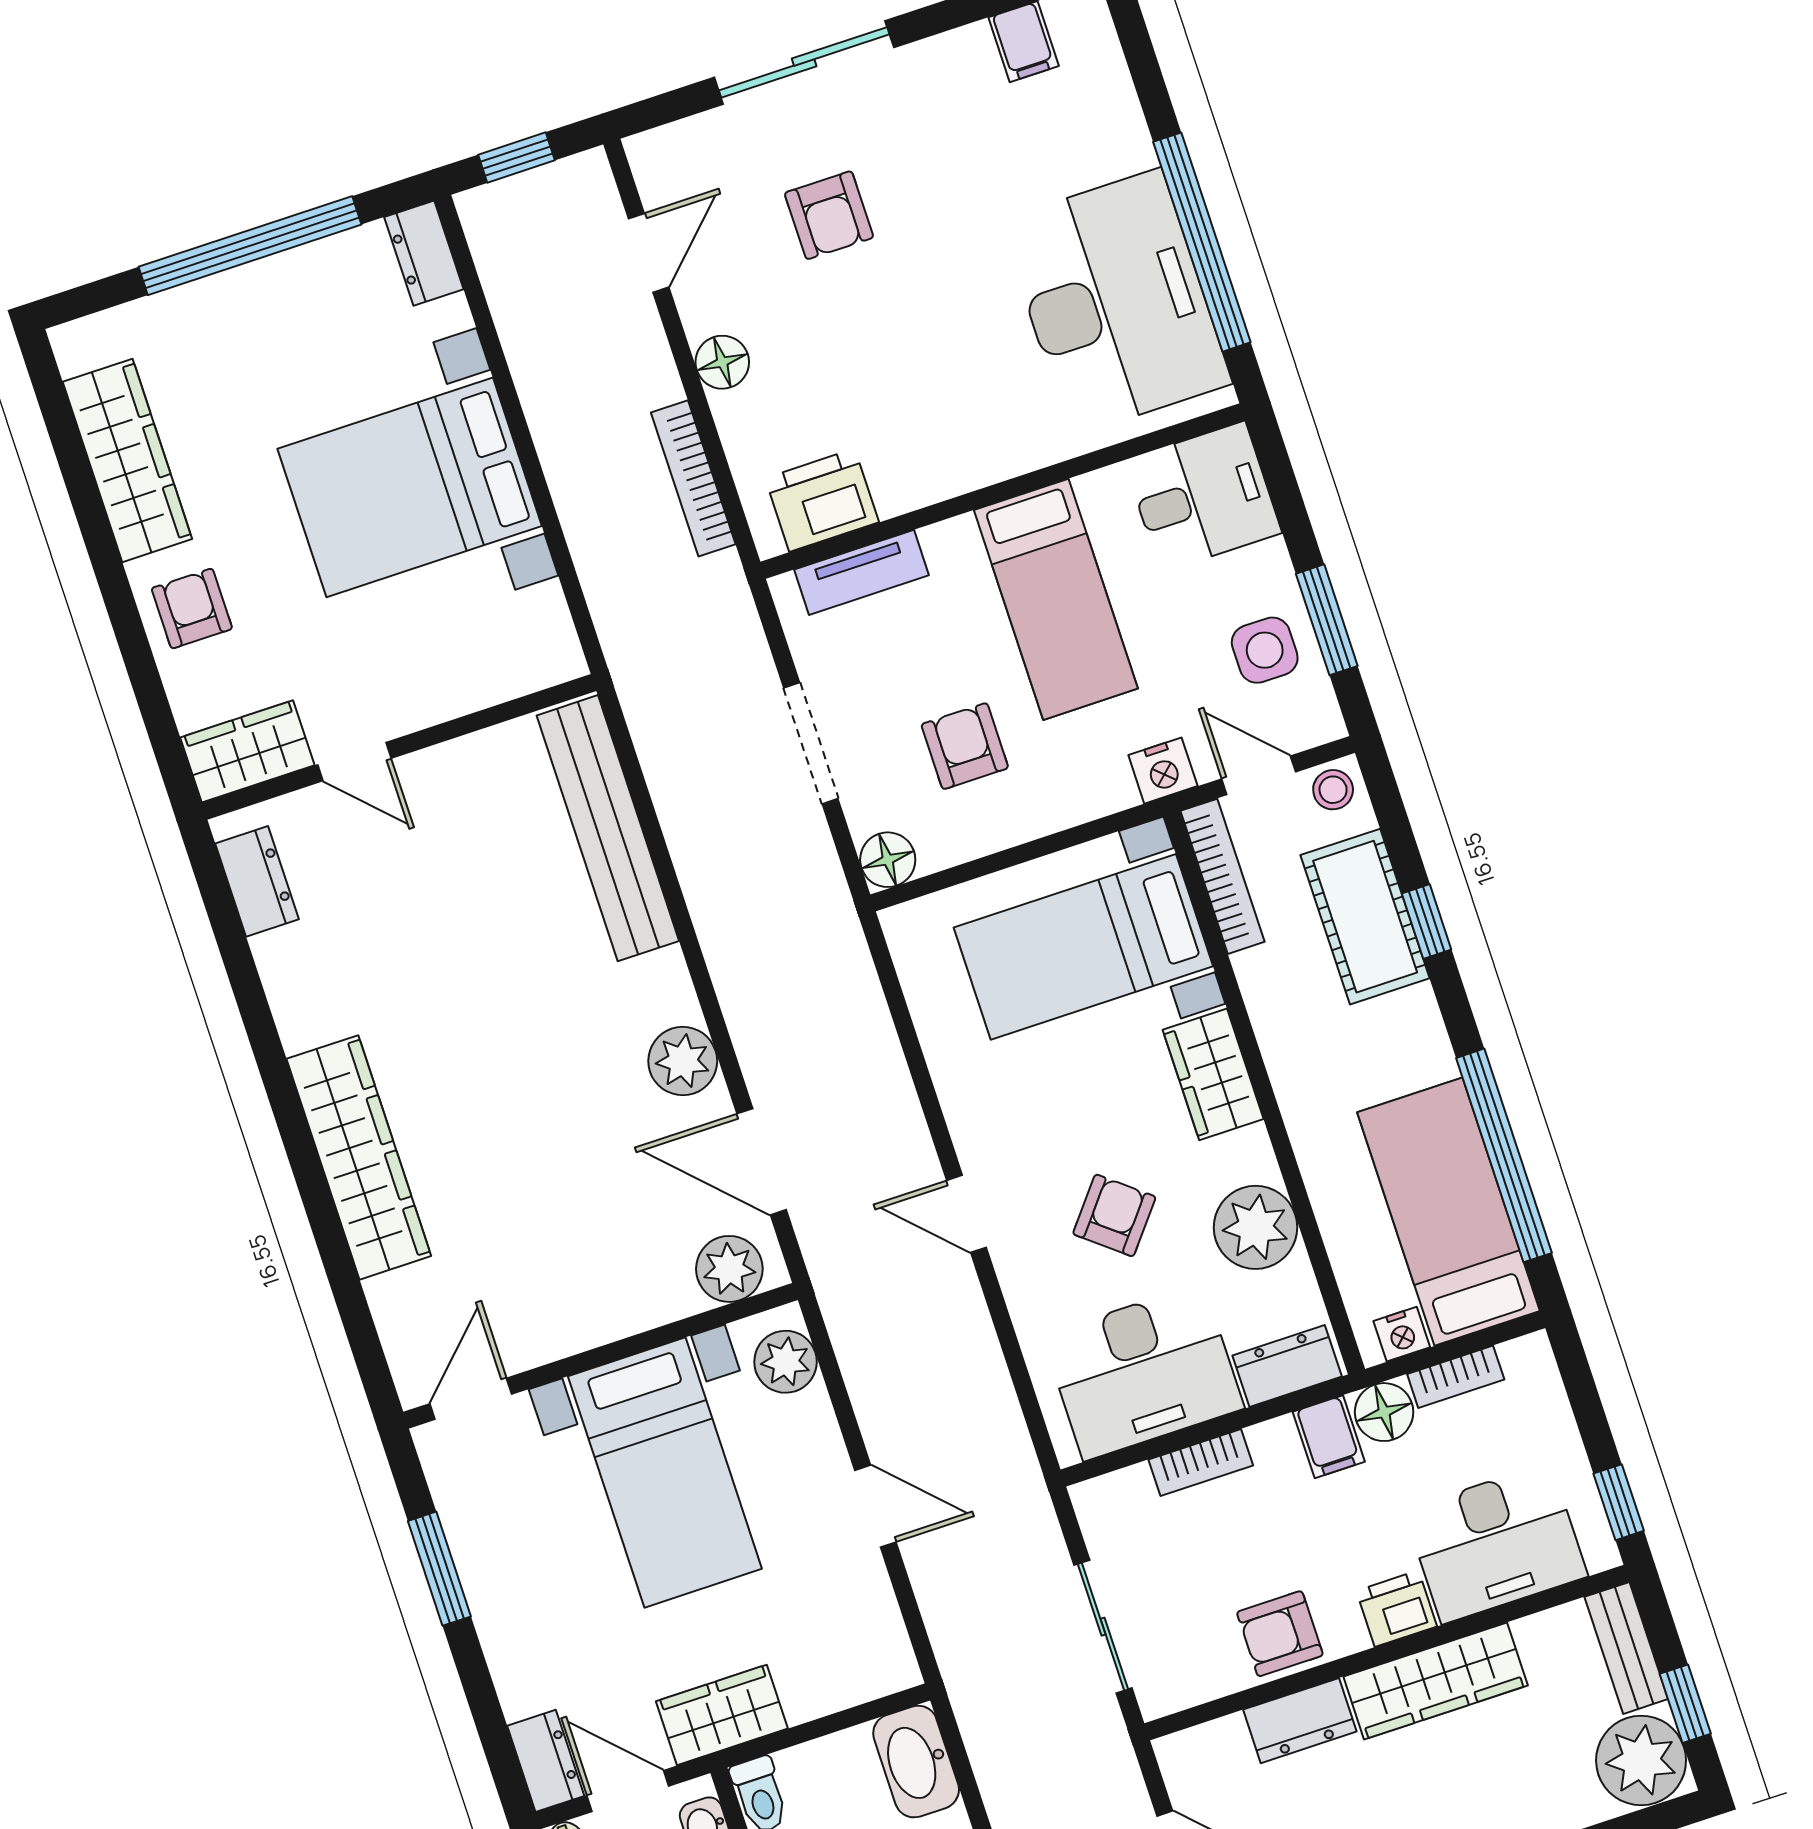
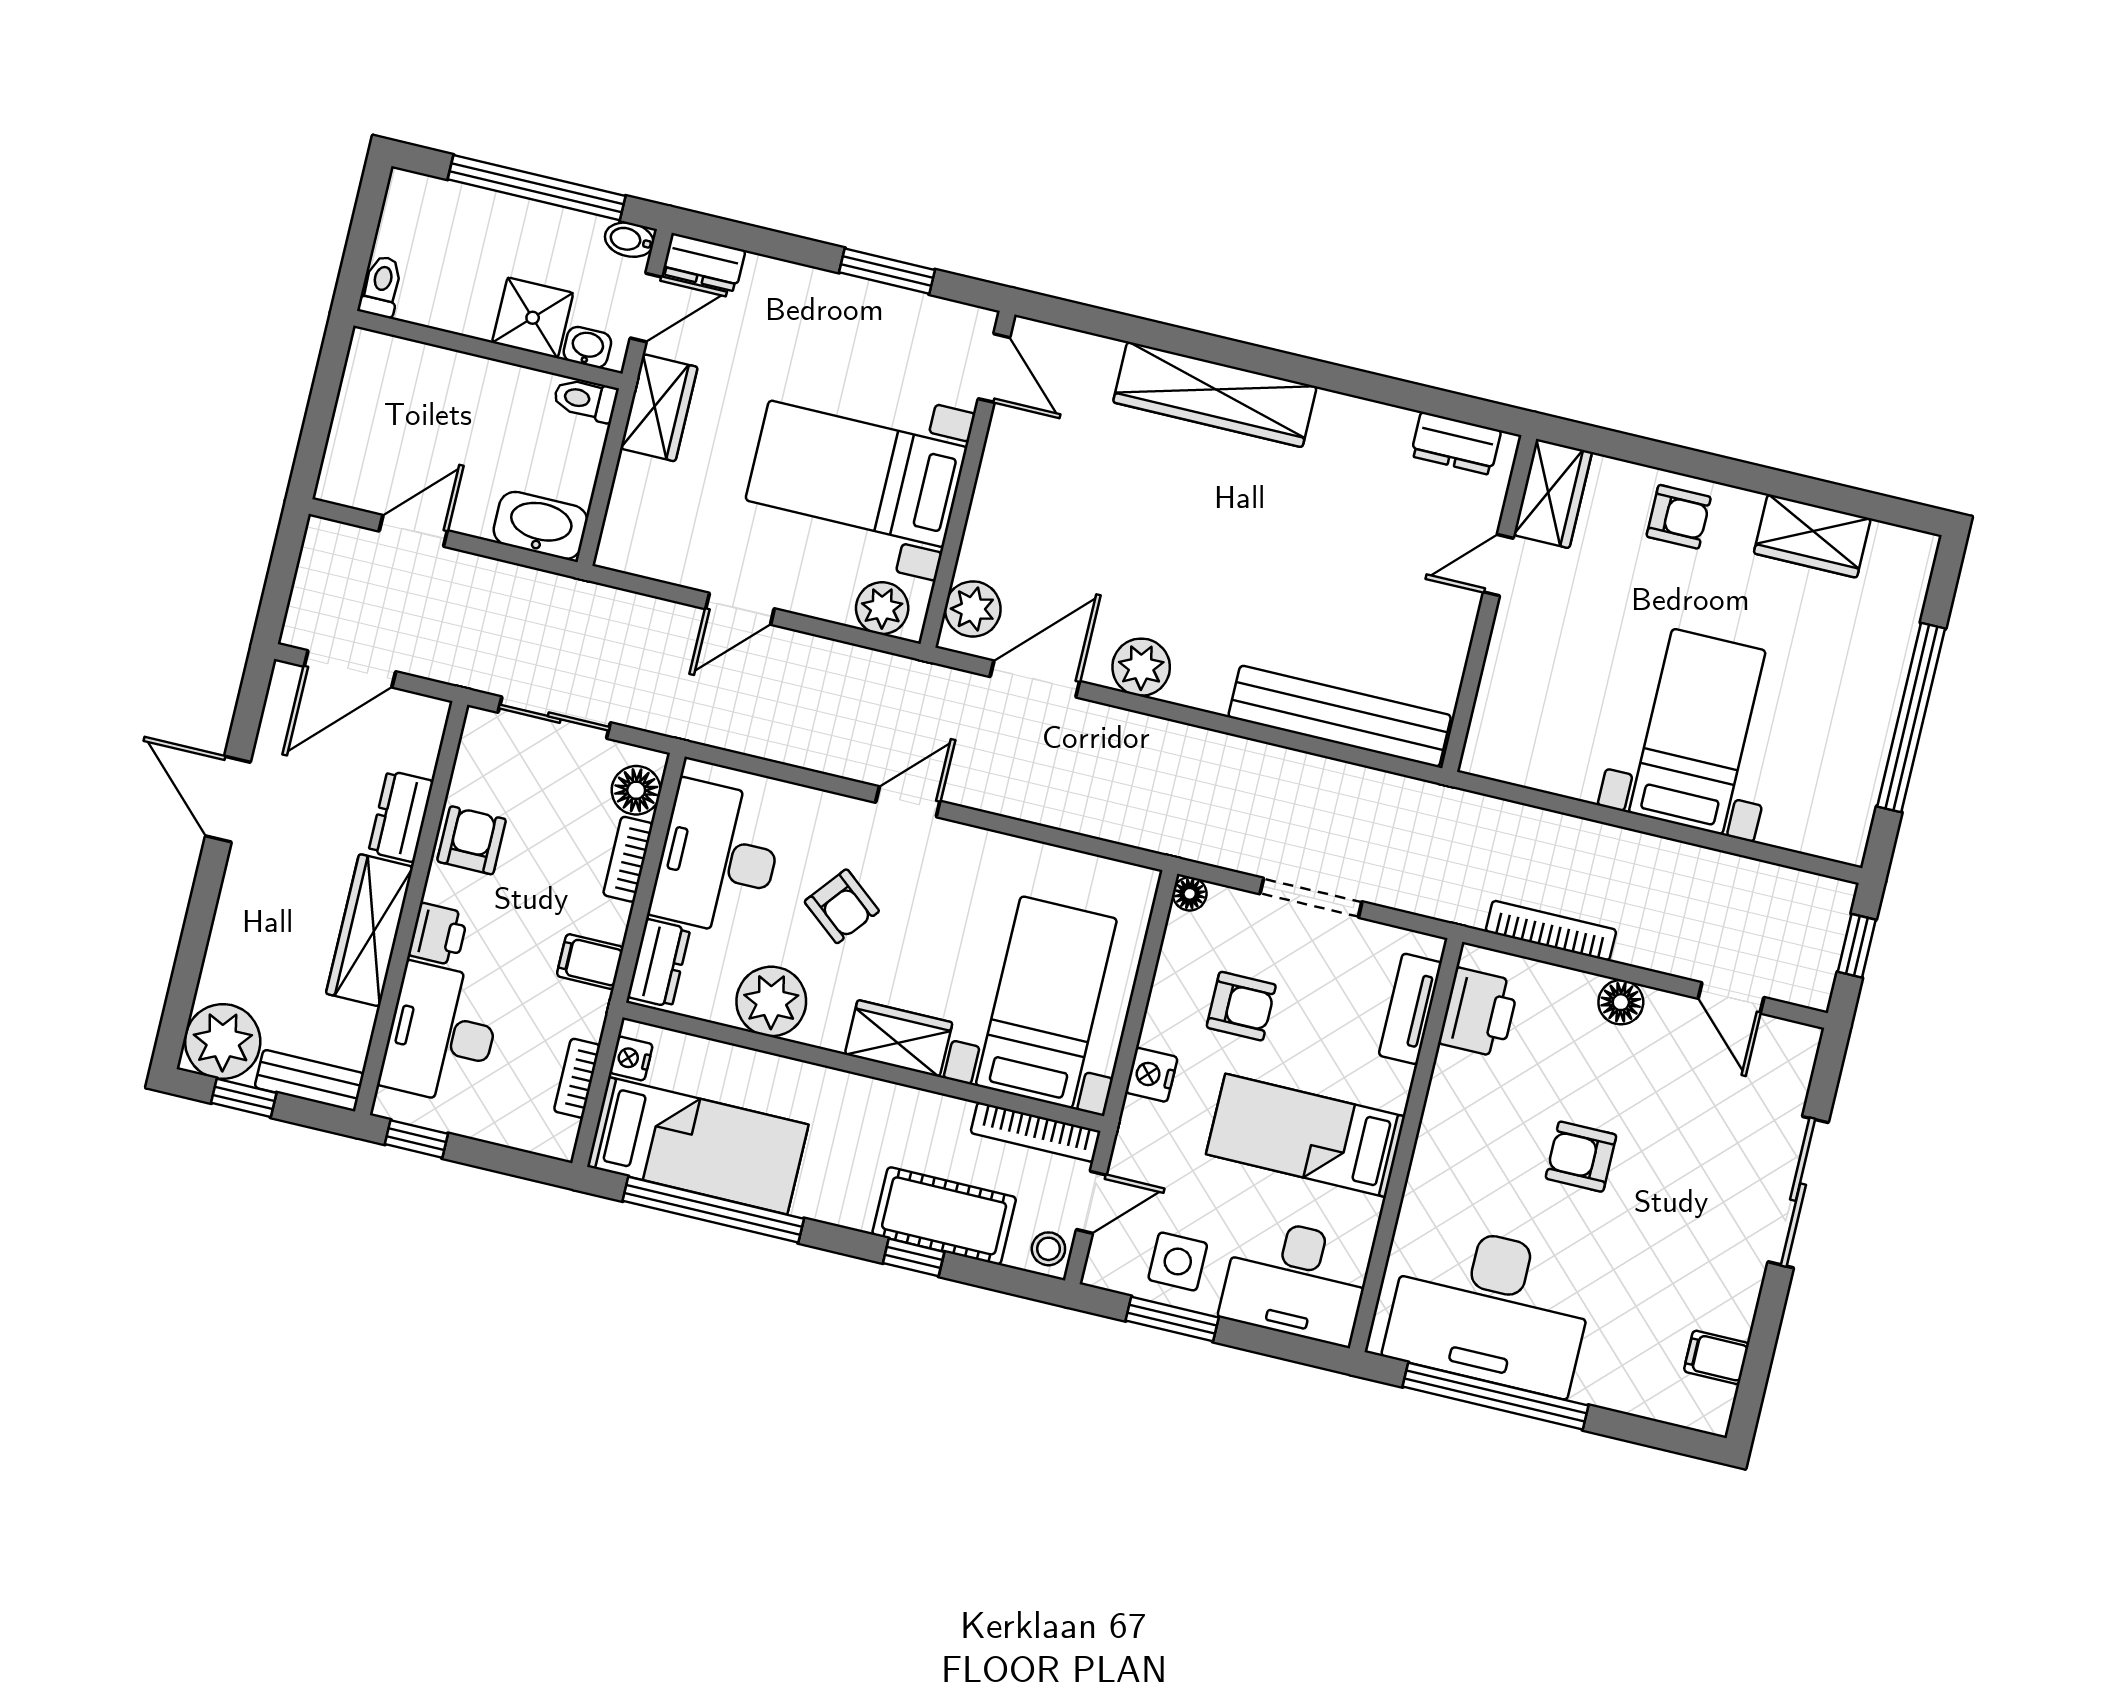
armchair: (829, 215) -> (1581, 1157), moved
dresser: (424, 253) -> (1829, 838), removed
wardrobe: (127, 460) -> (1812, 536), width x0.67
bed with nightstands: (410, 487) -> (1697, 732), width x0.73
desk: (1203, 497) -> (1296, 1281), width x1.37
nightstand: (1163, 771) -> (1151, 1075), moved
floor lamp: (888, 860) -> (1190, 894), width x0.73, depth x0.73
floor lamp: (1384, 1412) -> (636, 790), moved

